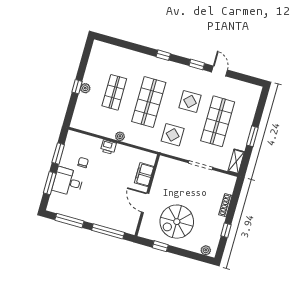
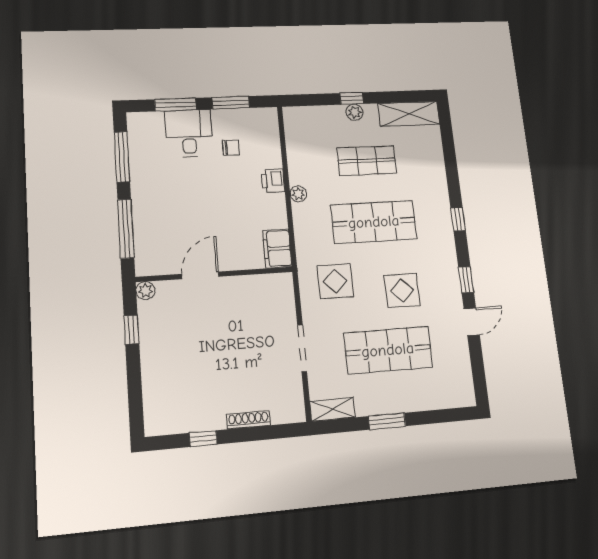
shelving: (96, 58) -> (409, 114), added
filing cabinet: (144, 175) -> (277, 248), moved, turned -90
spiral stairs: (177, 222) -> (187, 343), removed
plant: (206, 250) -> (145, 291), moved

